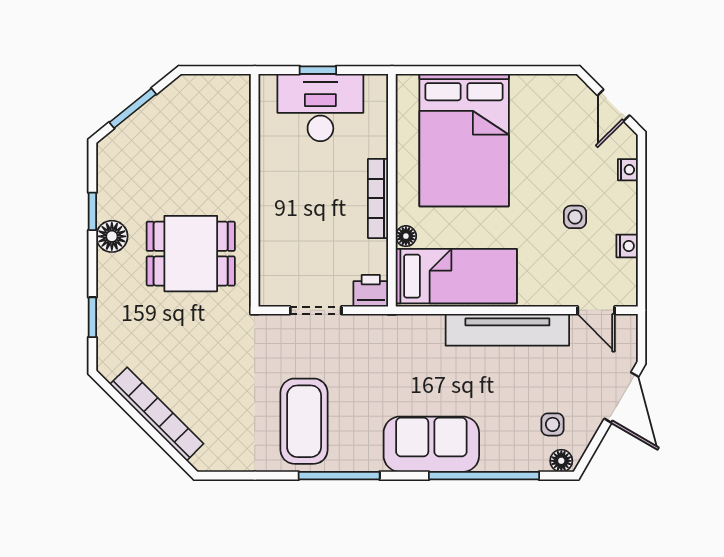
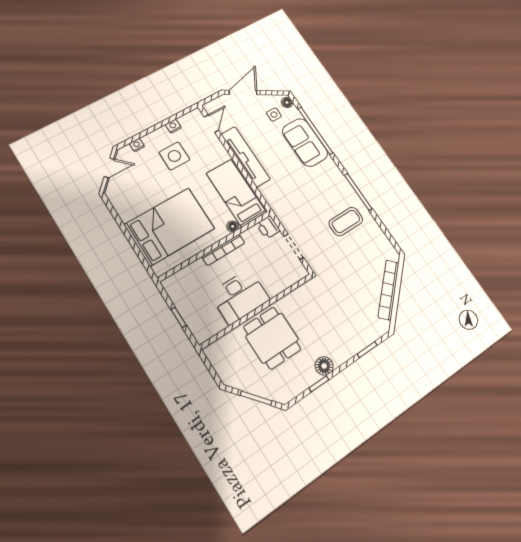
desk: (320, 107) -> (240, 296), moved, turned -90
side table: (575, 217) -> (174, 156), width x1.87, depth x1.87
dining table: (191, 254) -> (272, 338), moved
coffee table: (304, 421) -> (346, 221), width x0.73, depth x0.76
sofa: (431, 444) -> (305, 142), moved

